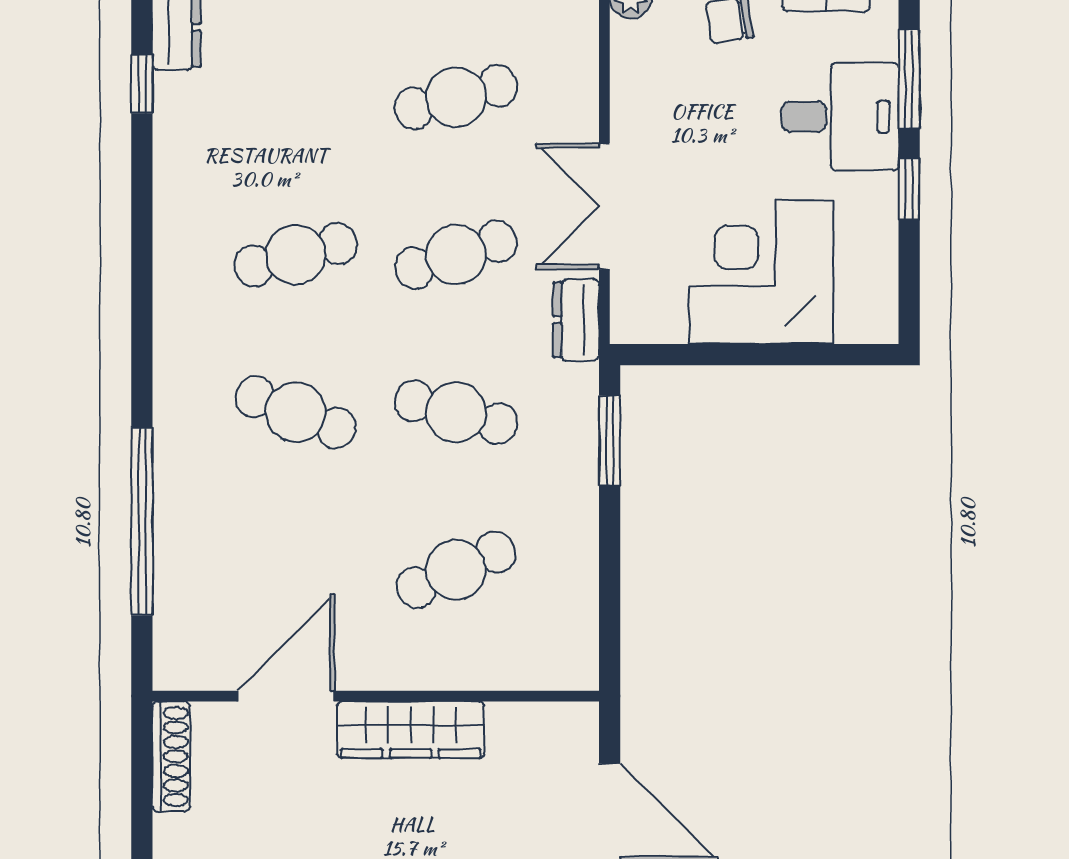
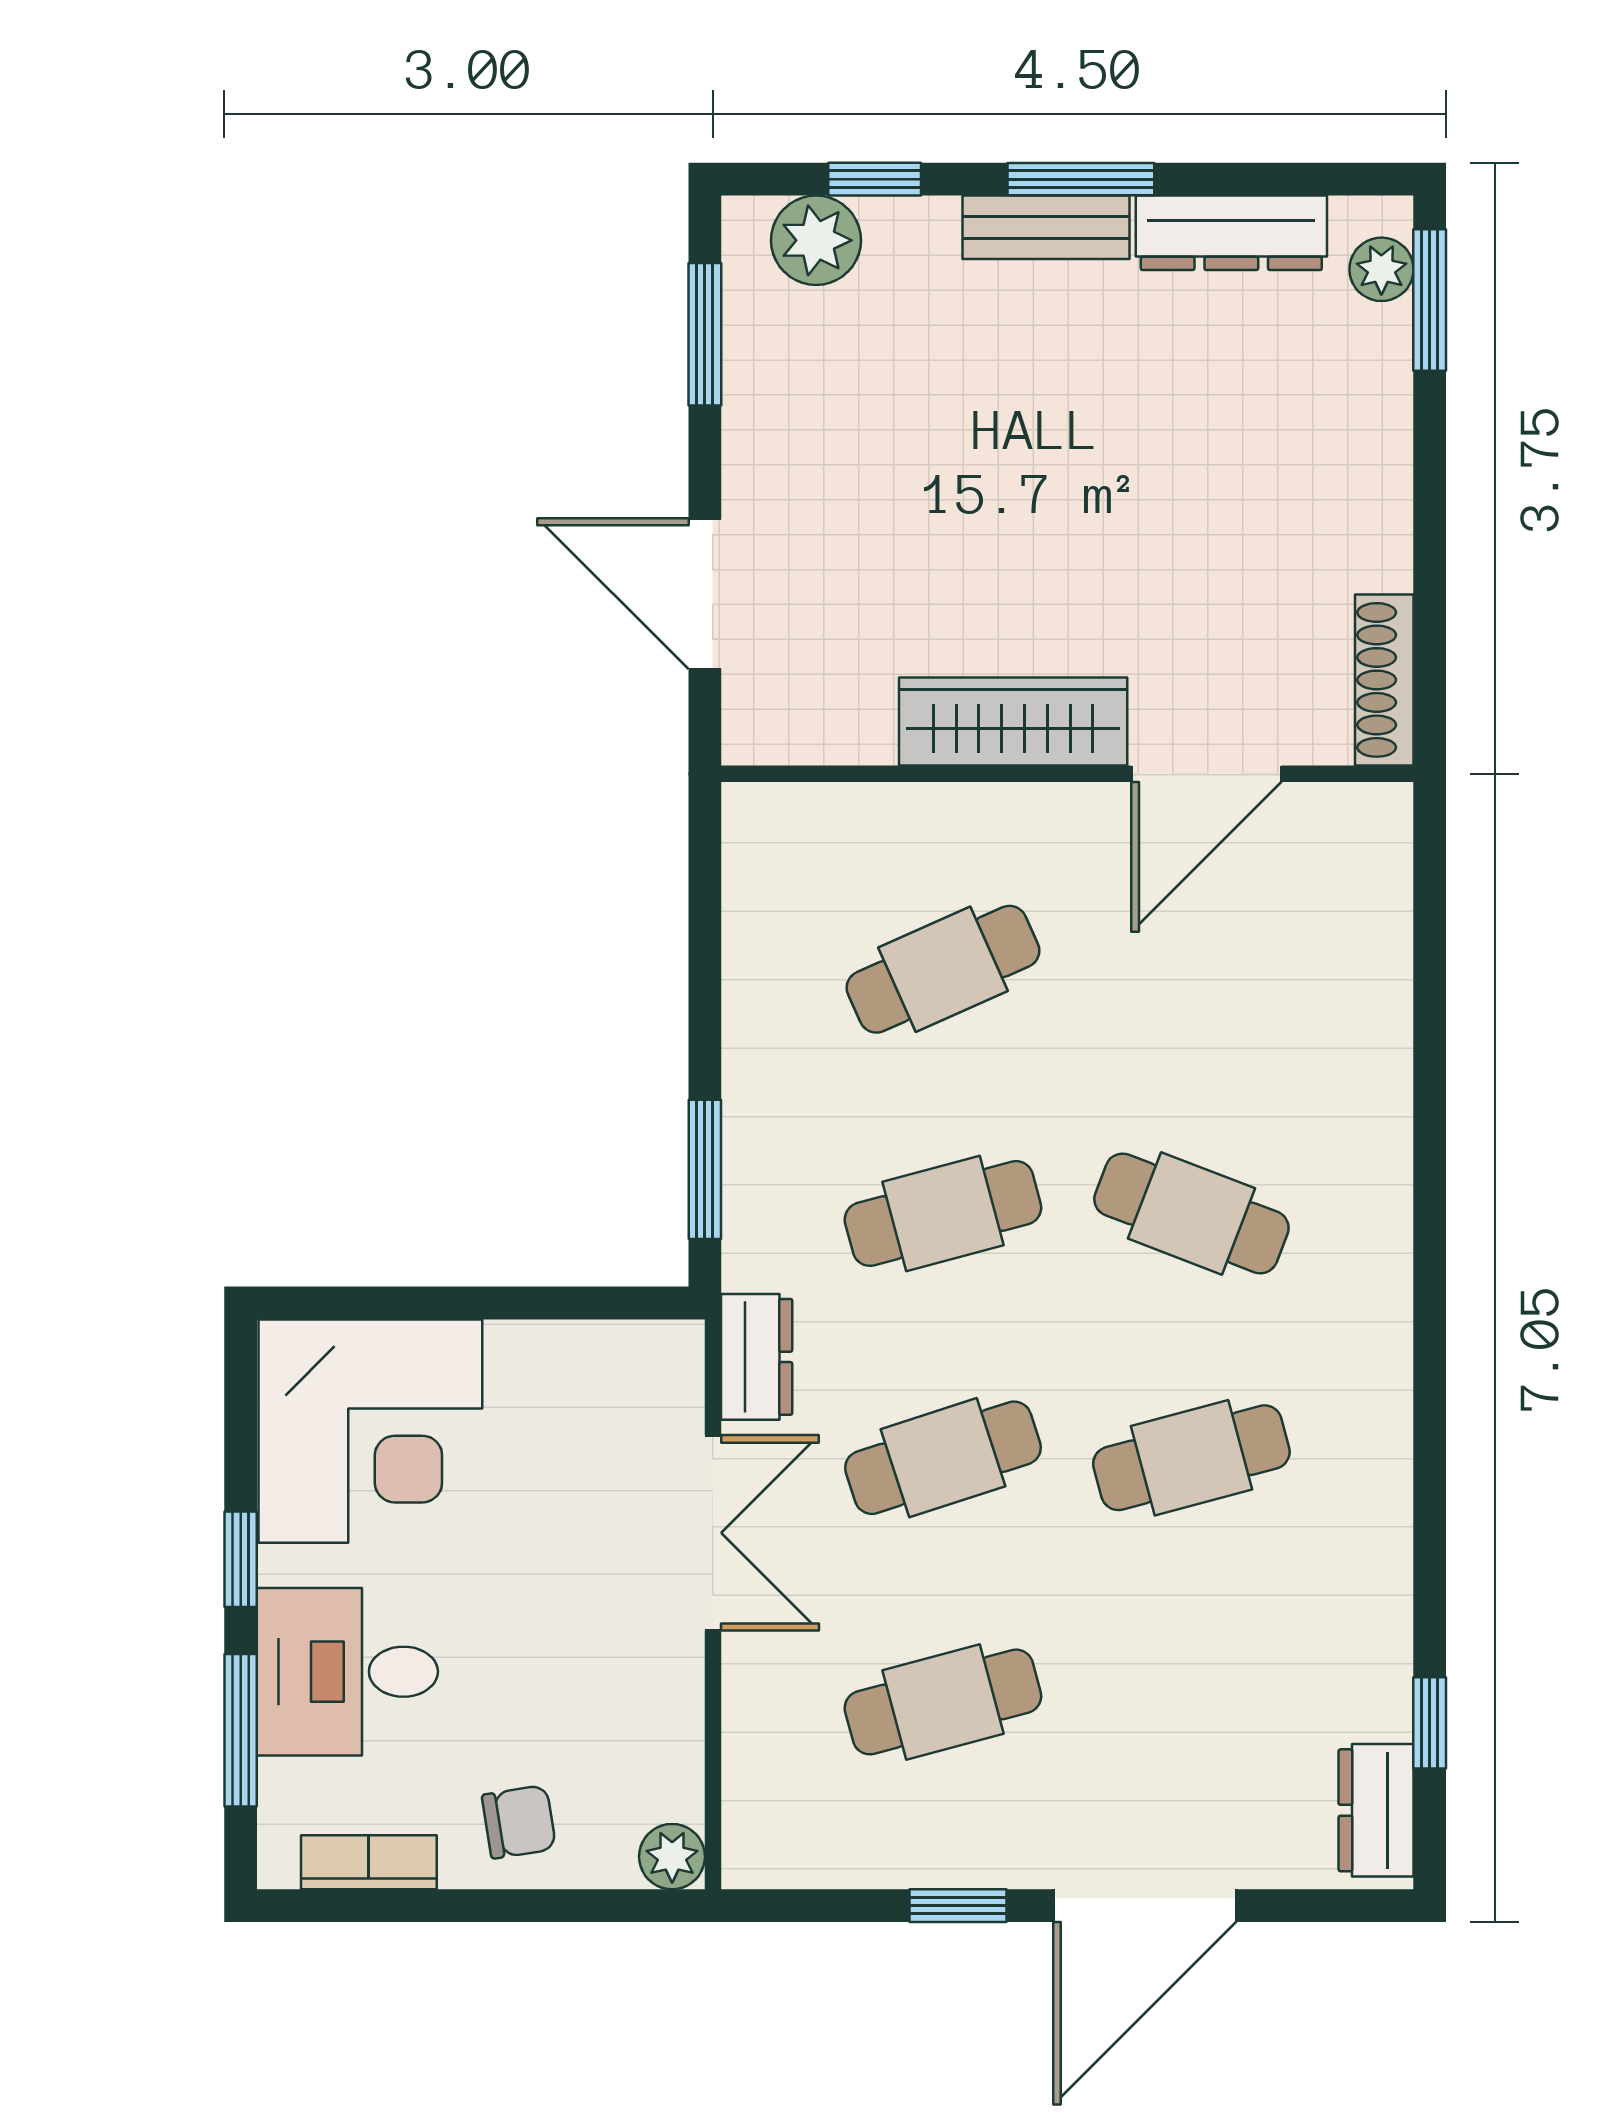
corner desk: (761, 272) -> (370, 1431), moved
cafe table: (456, 412) -> (943, 1213), turned -30
window: (142, 521) -> (1430, 1045), removed

